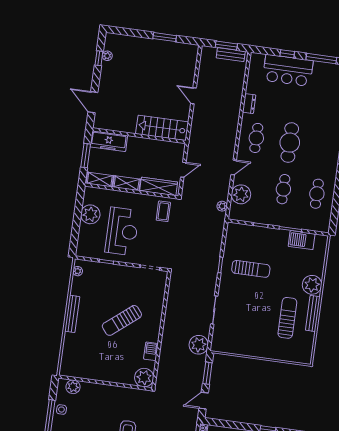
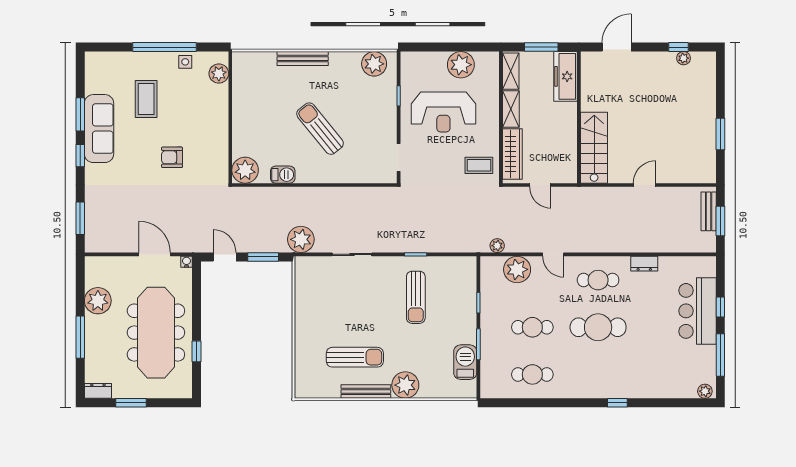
bench: (231, 55) -> (709, 211), moved
plant: (78, 271) -> (374, 64), width x1.88, depth x1.88
bench: (72, 314) -> (303, 59), moved

